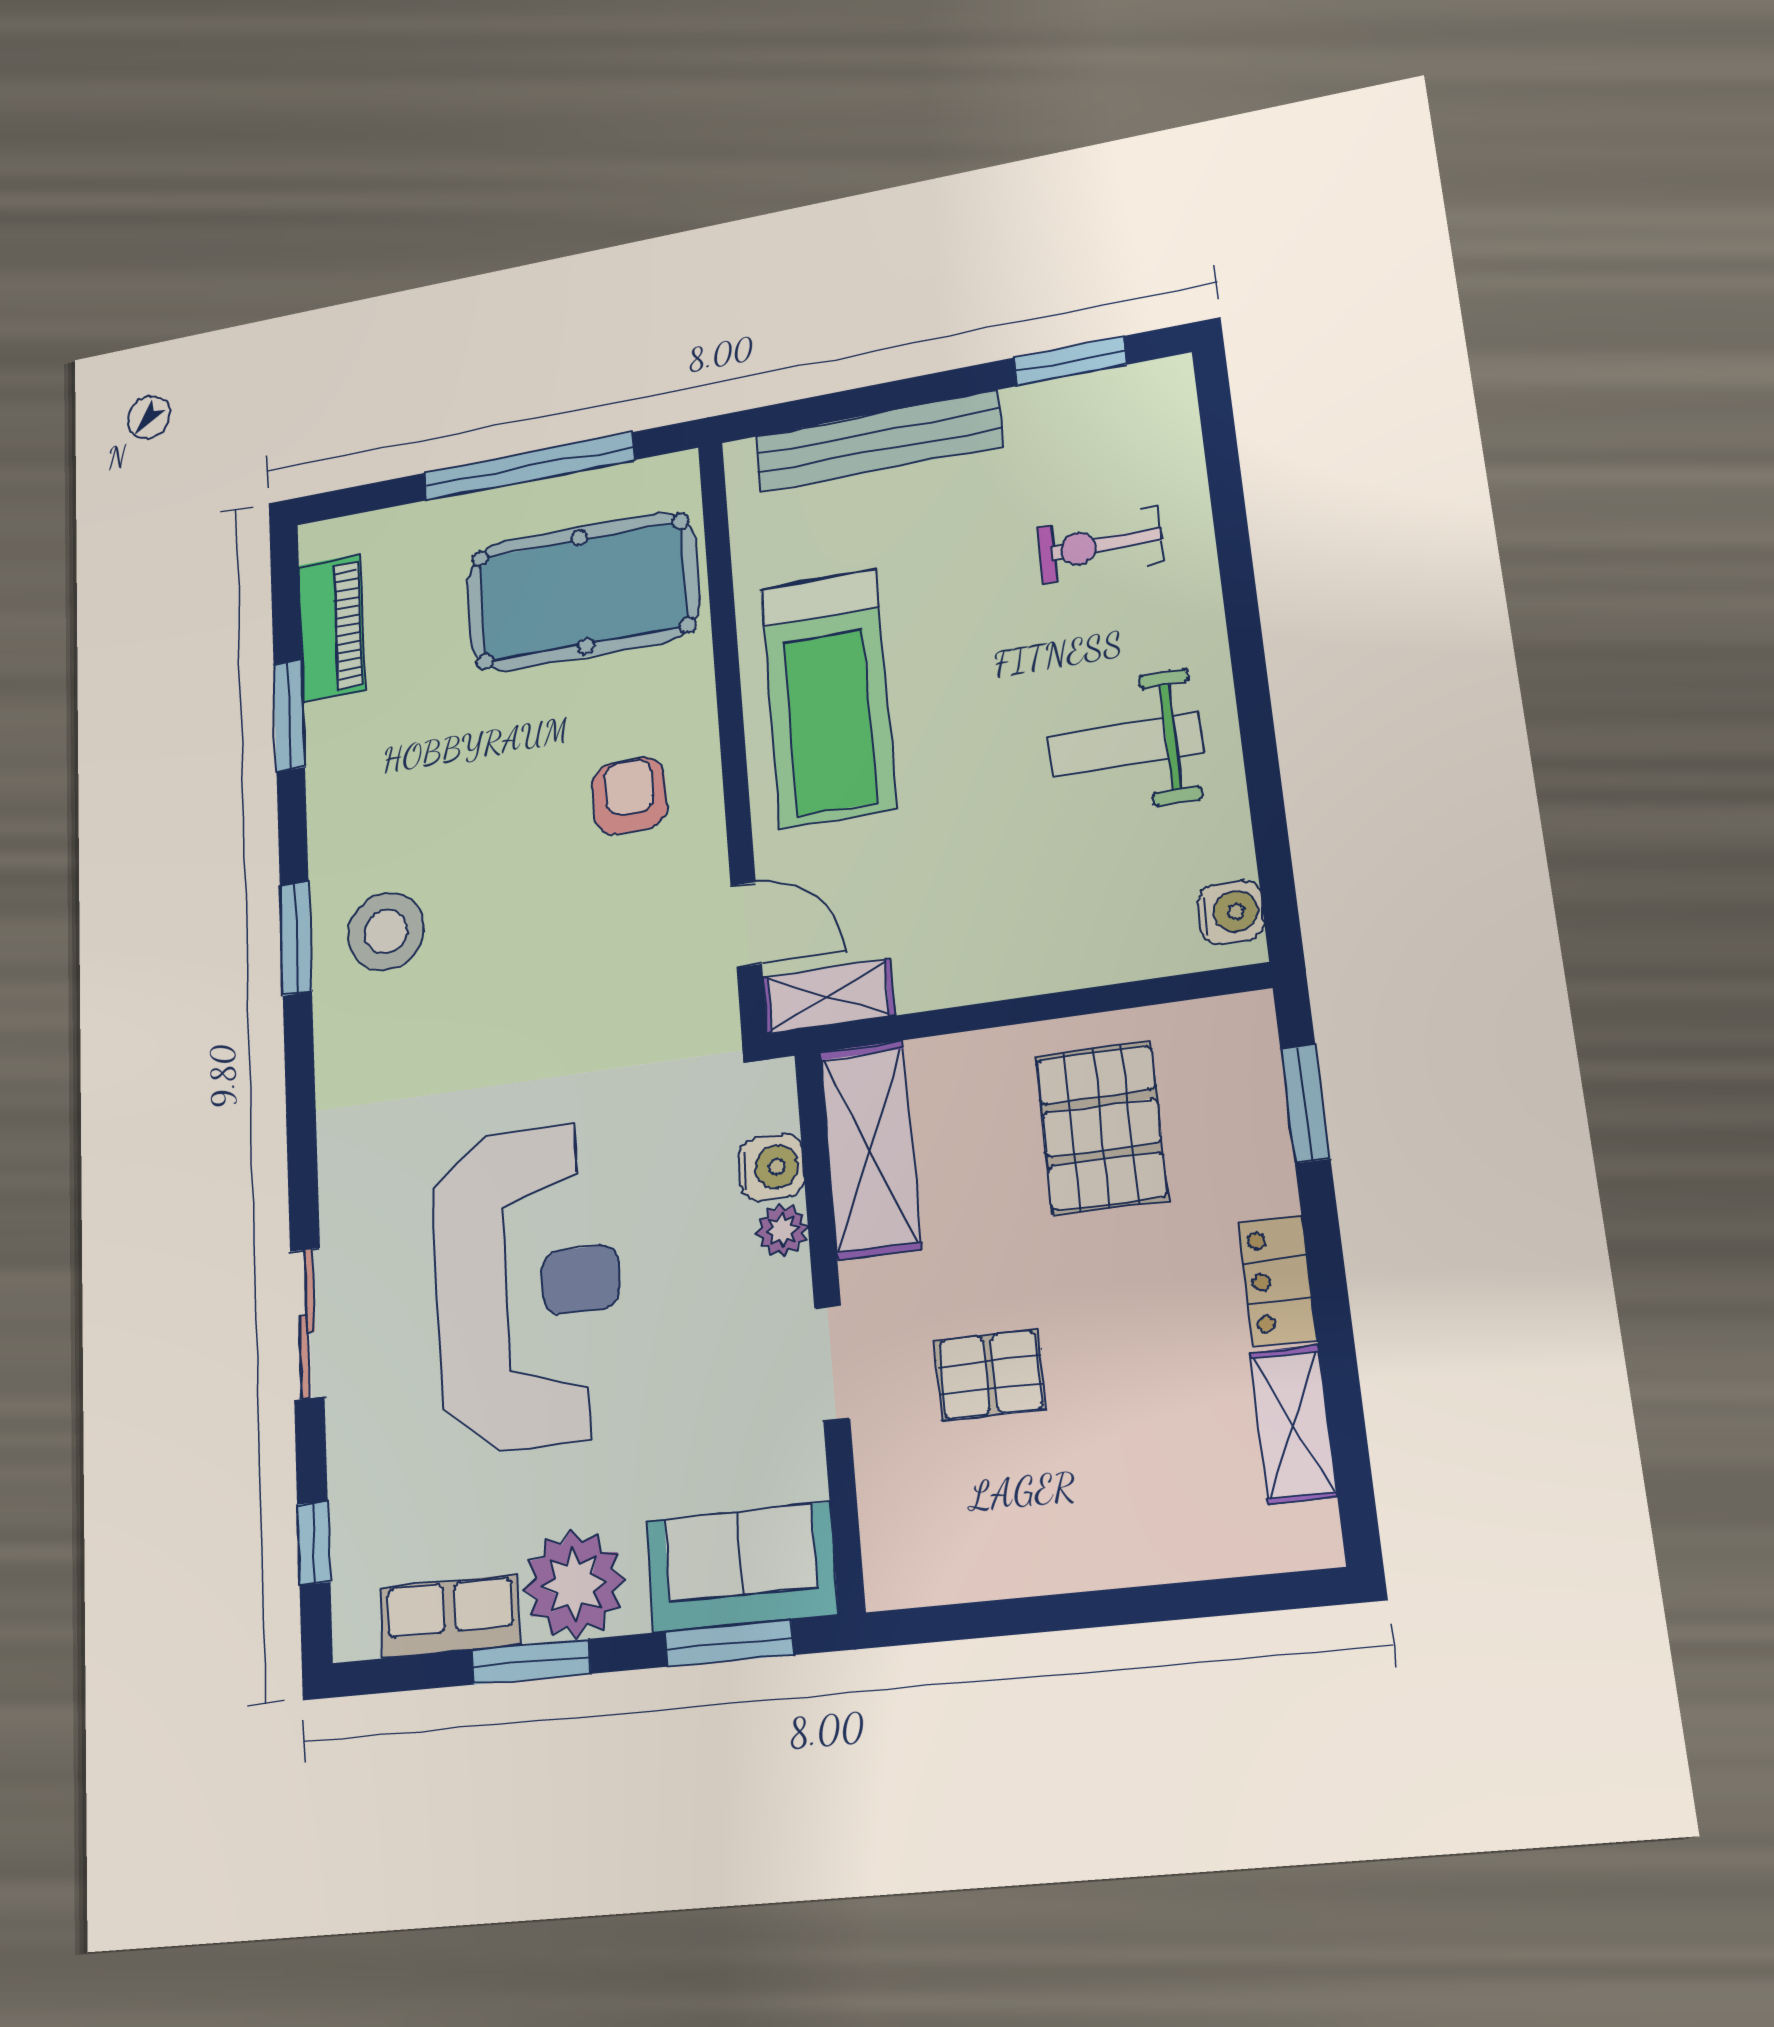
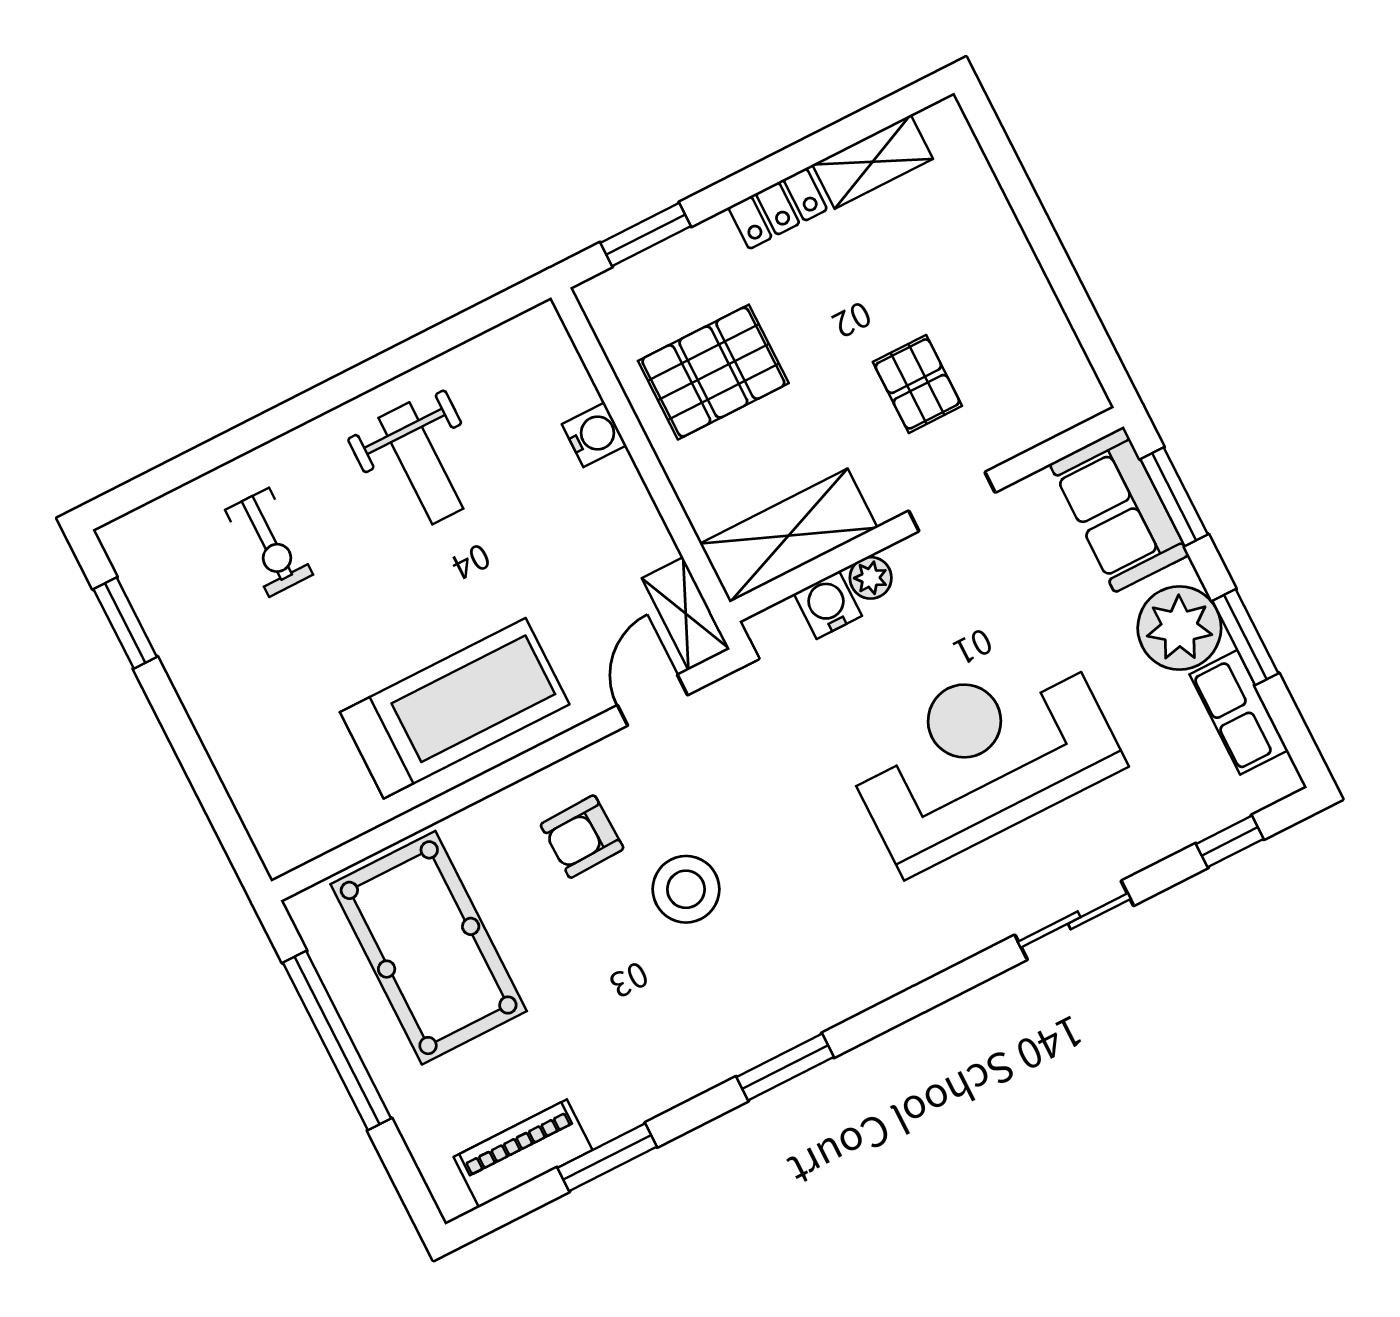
bench: (878, 441) -> (234, 752), removed
water cooler: (1231, 912) -> (594, 435), moved, turned 90
stool: (386, 932) -> (686, 889), moved

